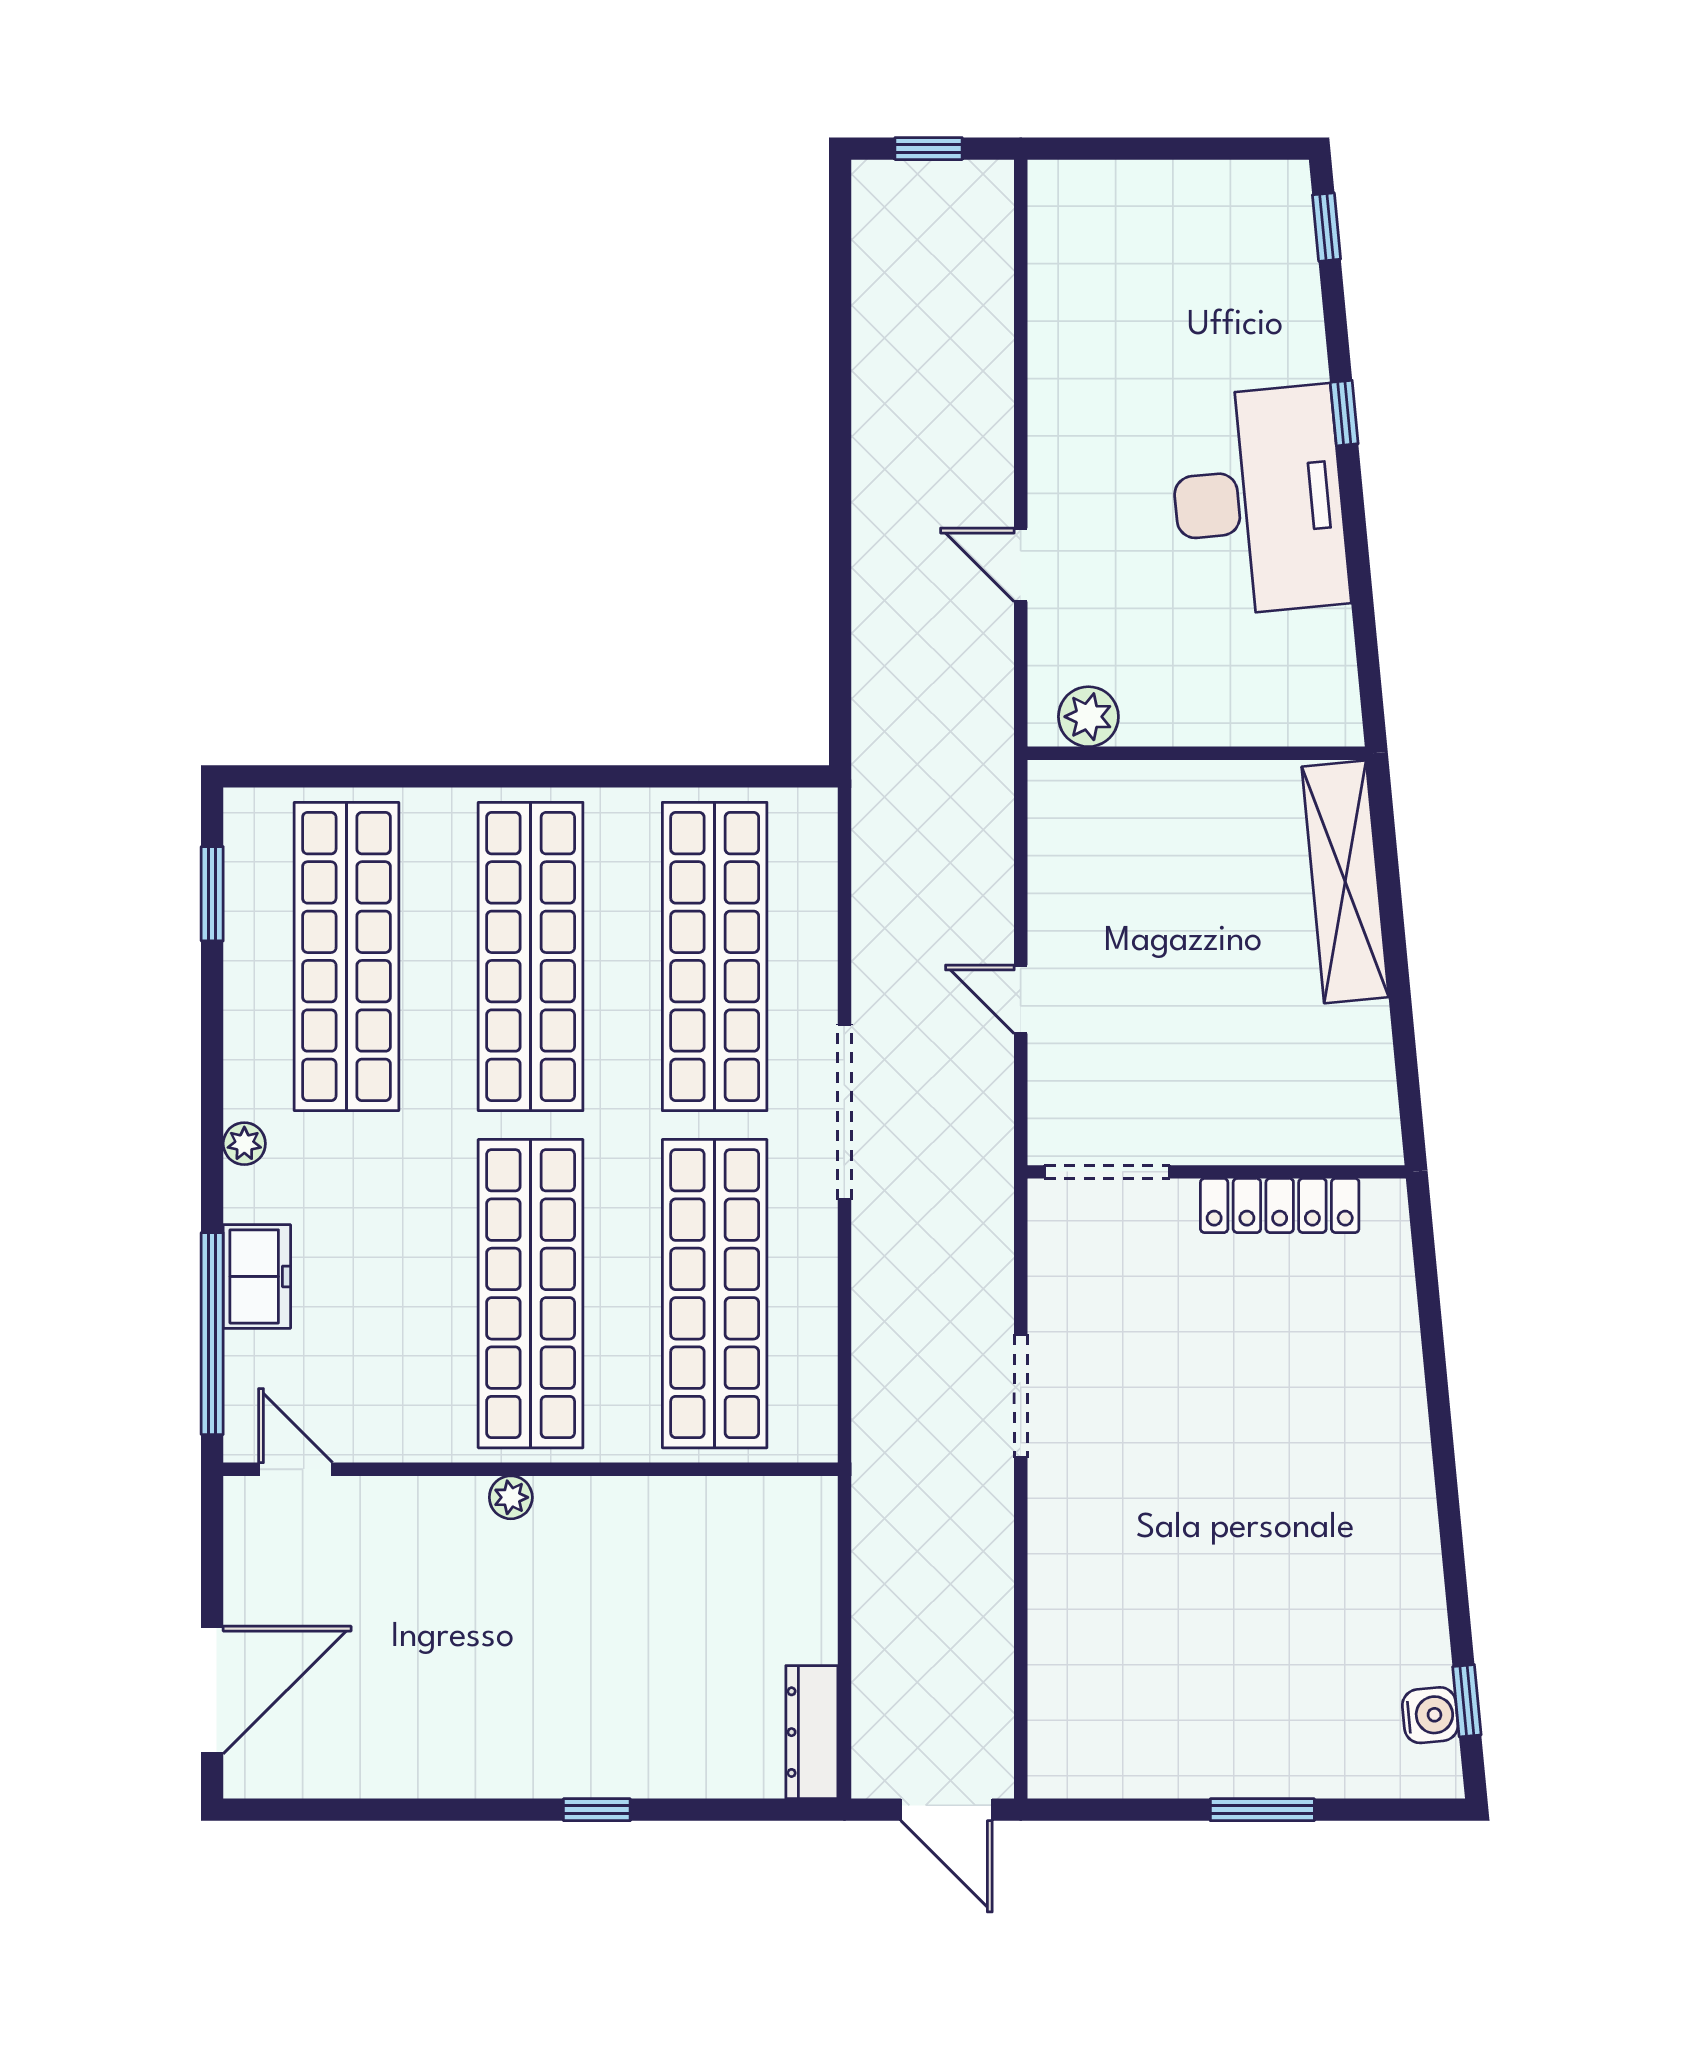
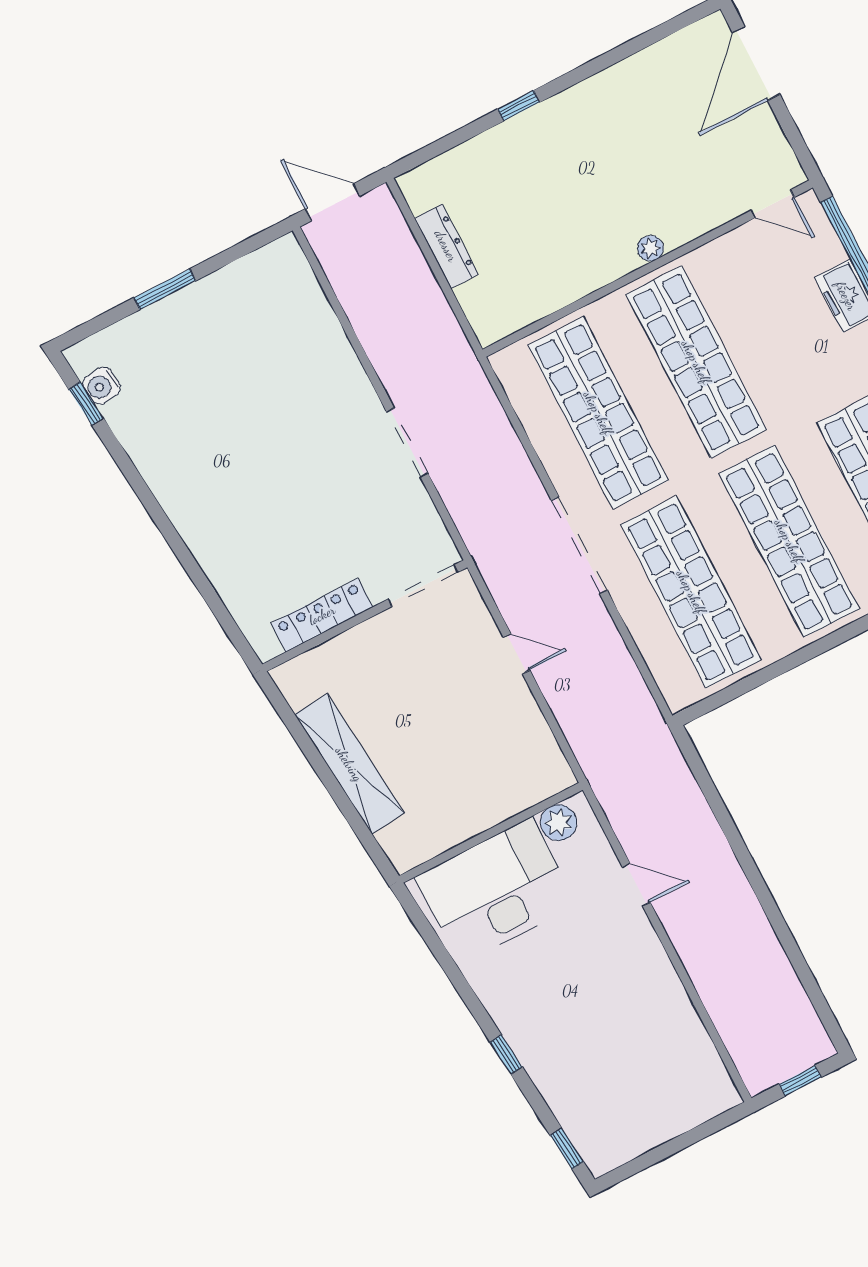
desk: (1258, 501) -> (496, 891), moved, turned 95
shelving: (1345, 882) -> (349, 764), moved
dresser: (812, 1732) -> (446, 246), moved

